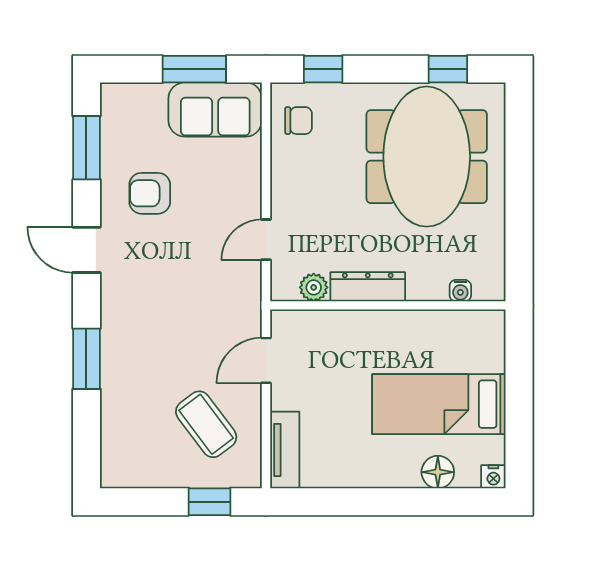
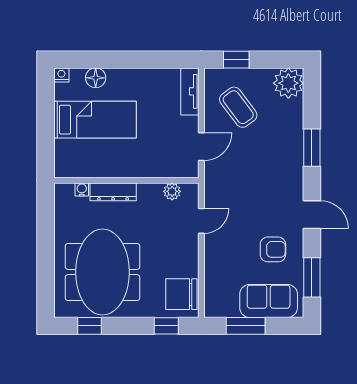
sofa: (215, 110) -> (269, 301), moved
chair: (298, 121) -> (181, 294), width x1.87, depth x1.87
dresser: (368, 287) -> (113, 192), moved
plant: (125, 464) -> (288, 83), added

